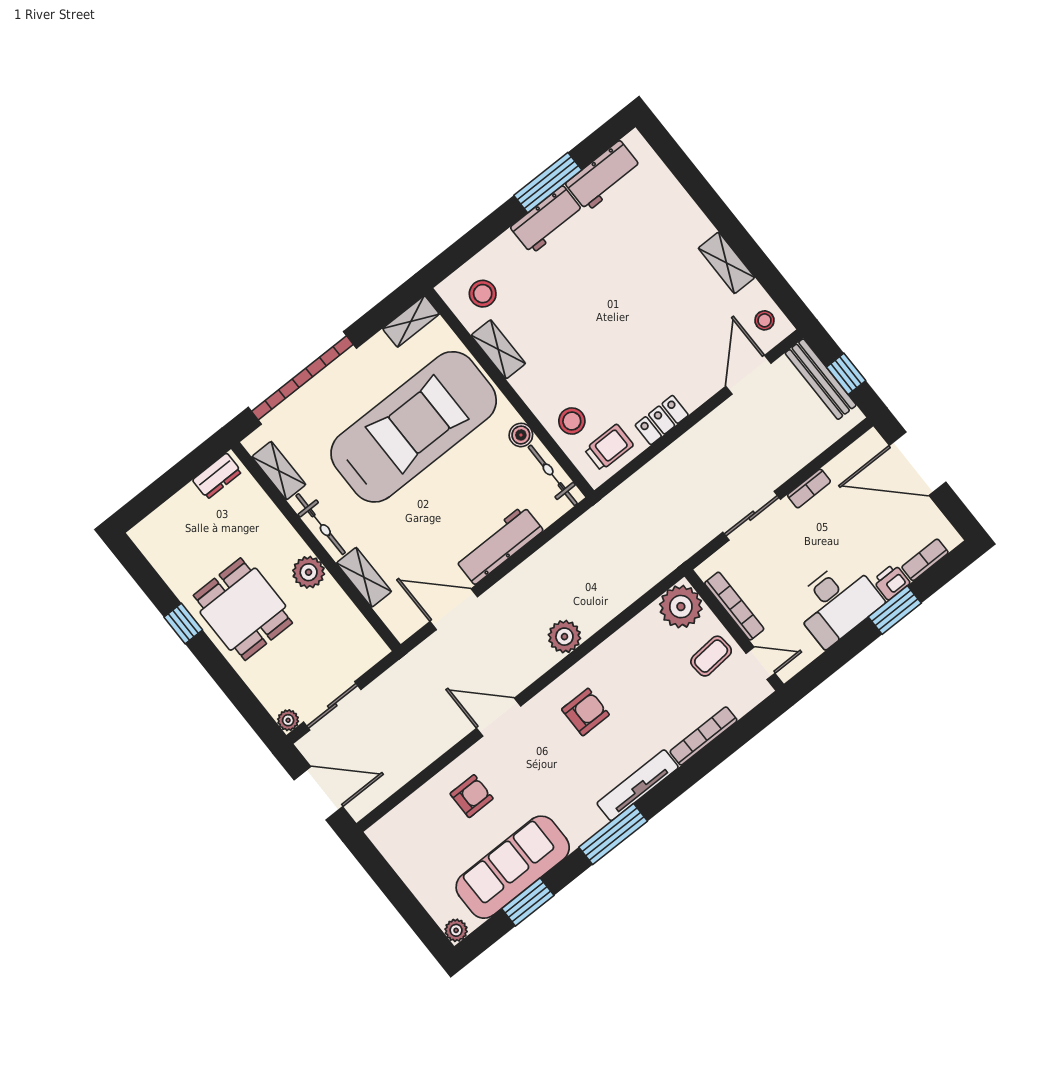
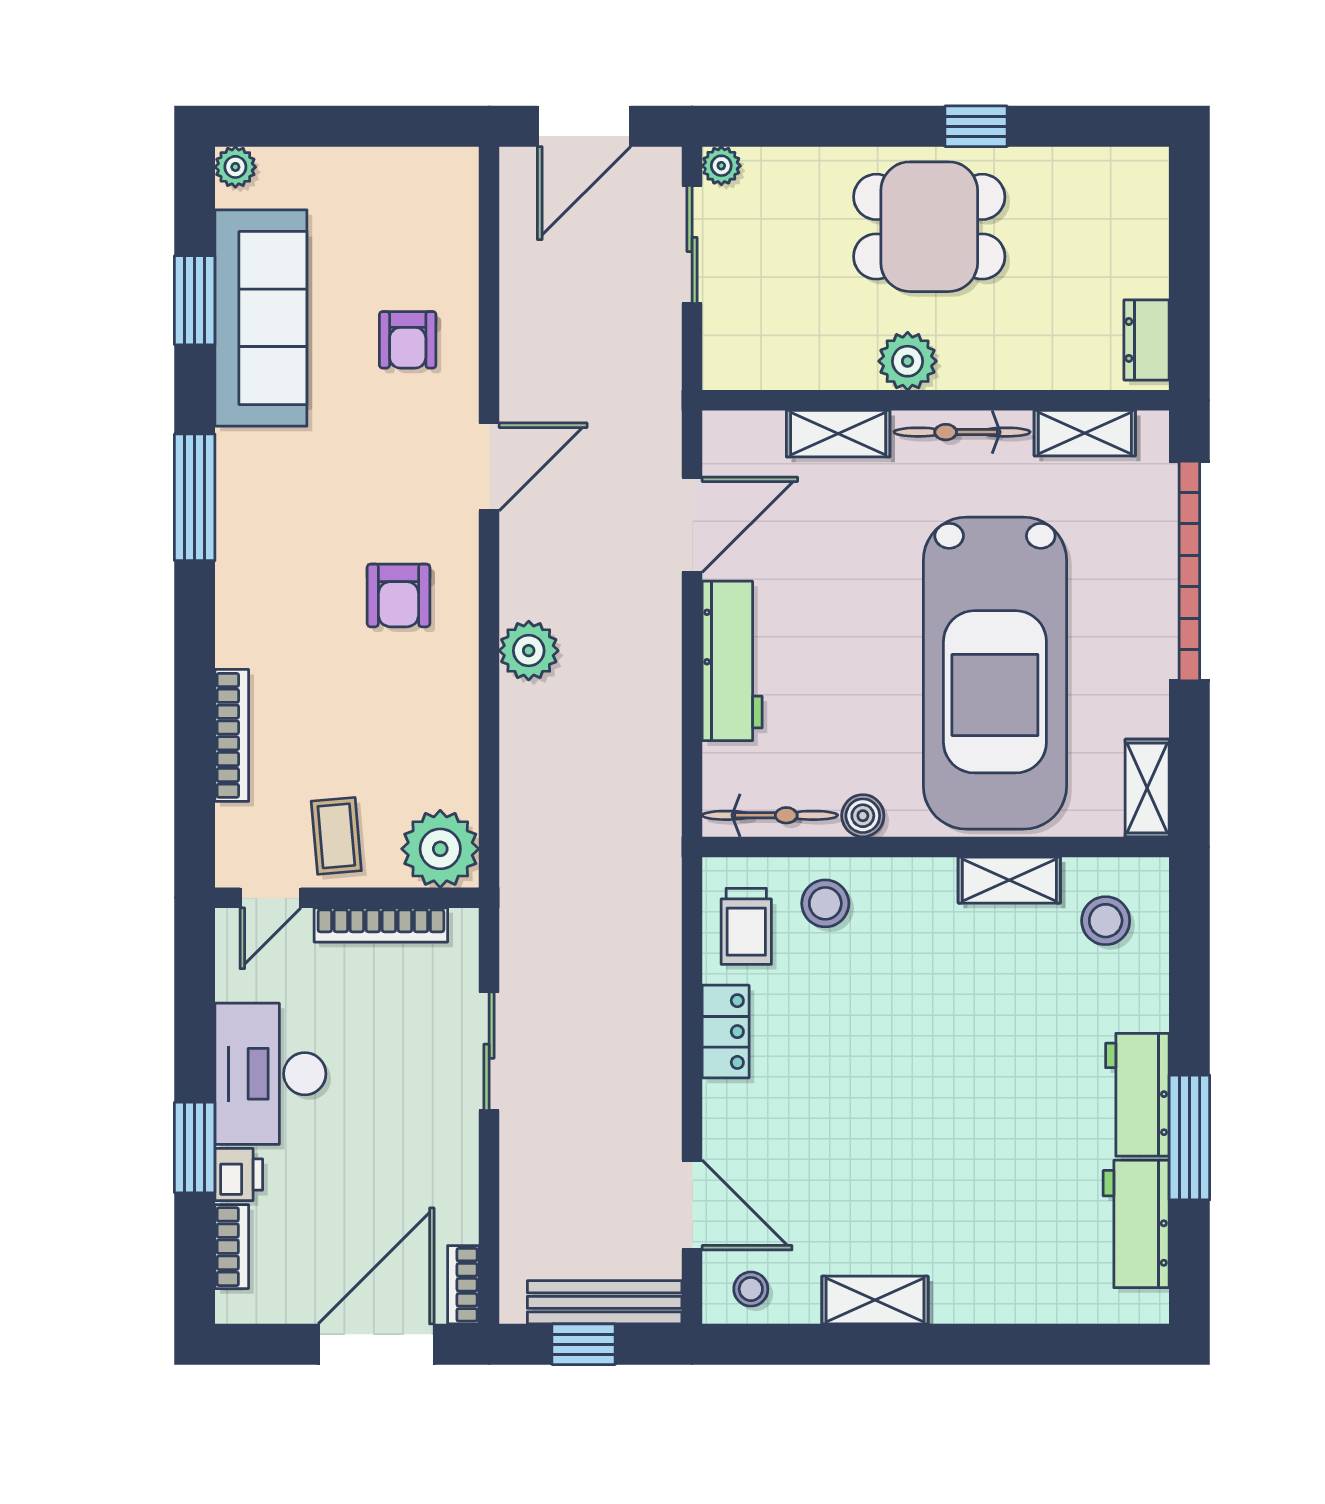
bookcase: (809, 488) -> (463, 1285), moved
tv unit: (638, 785) -> (236, 587), removed

